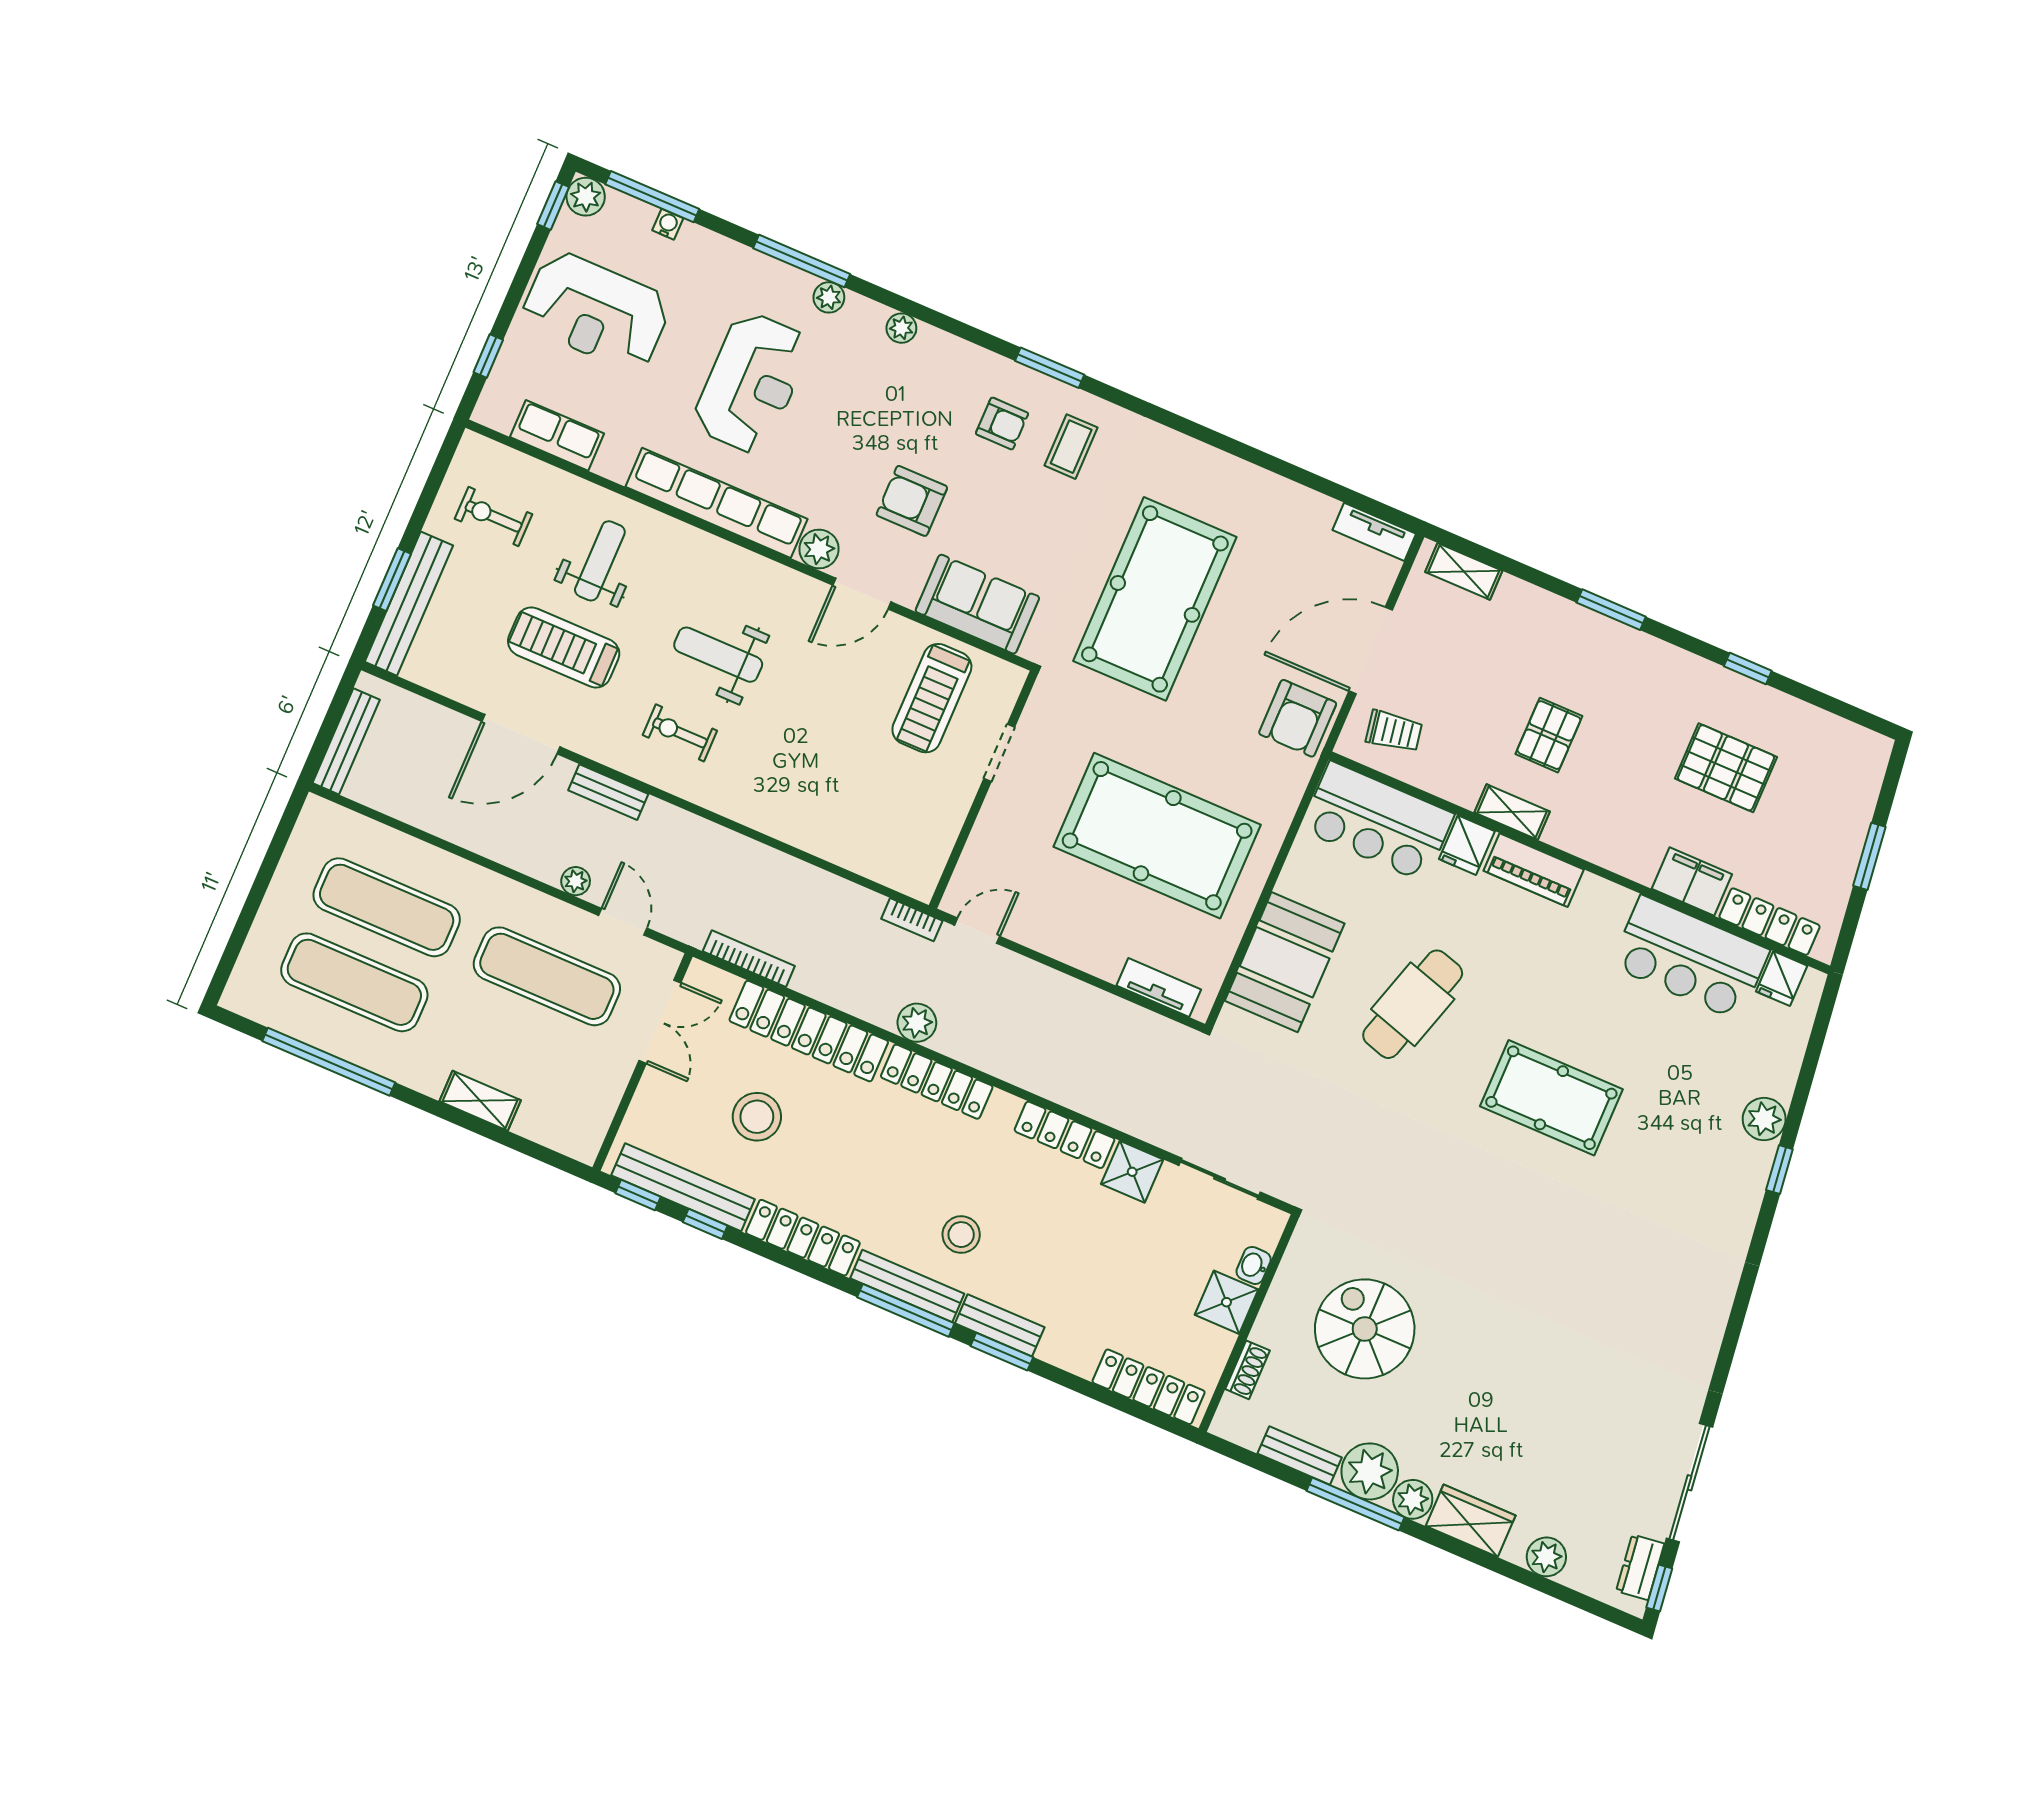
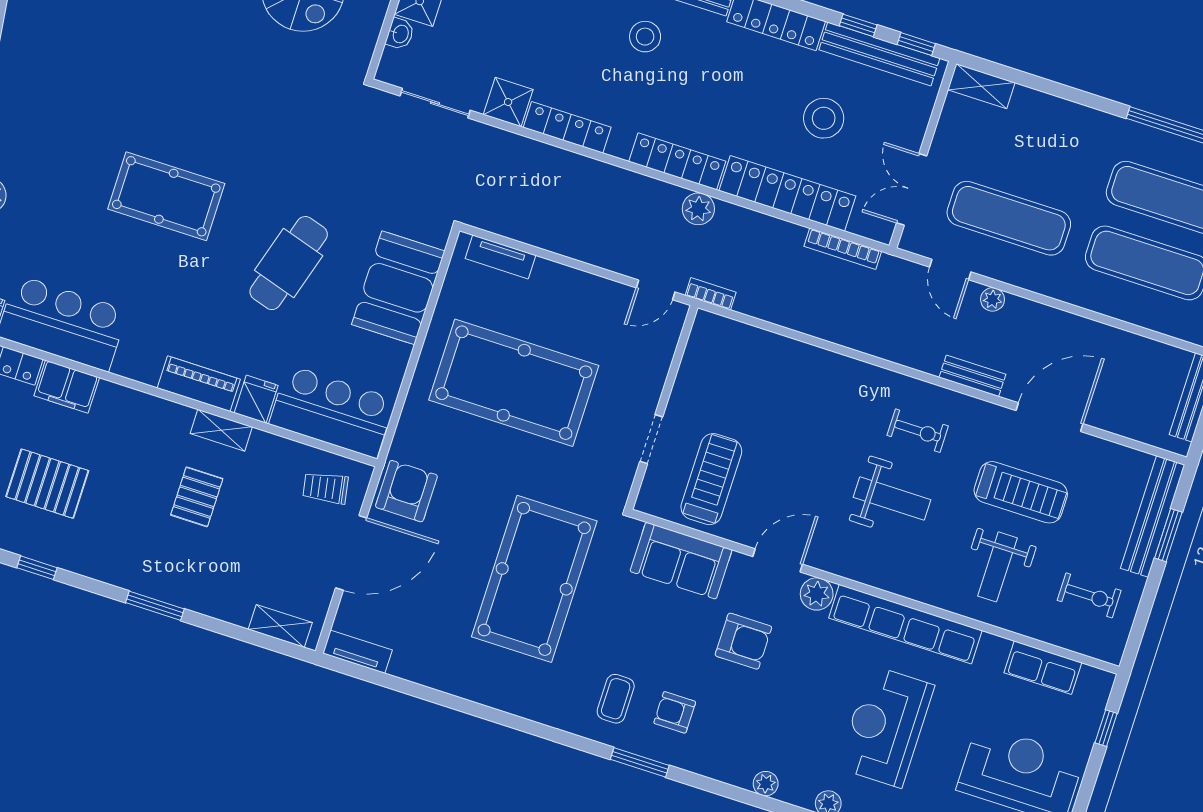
shelving: (480, 1101) -> (981, 86), moved

